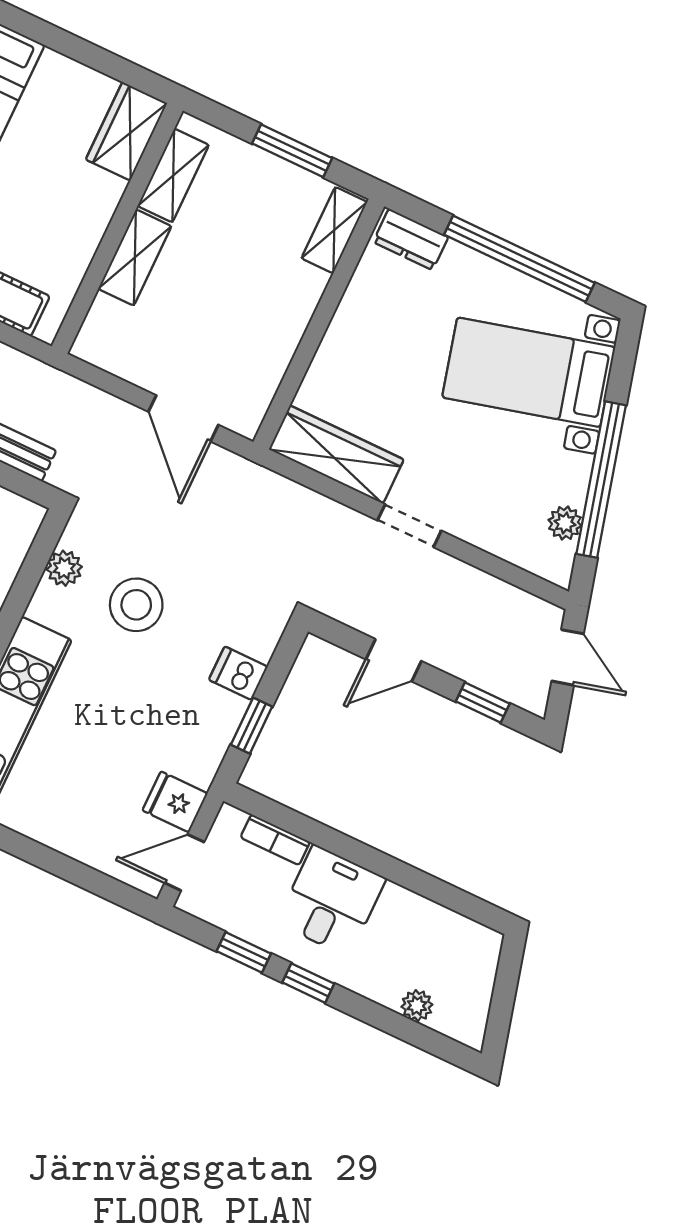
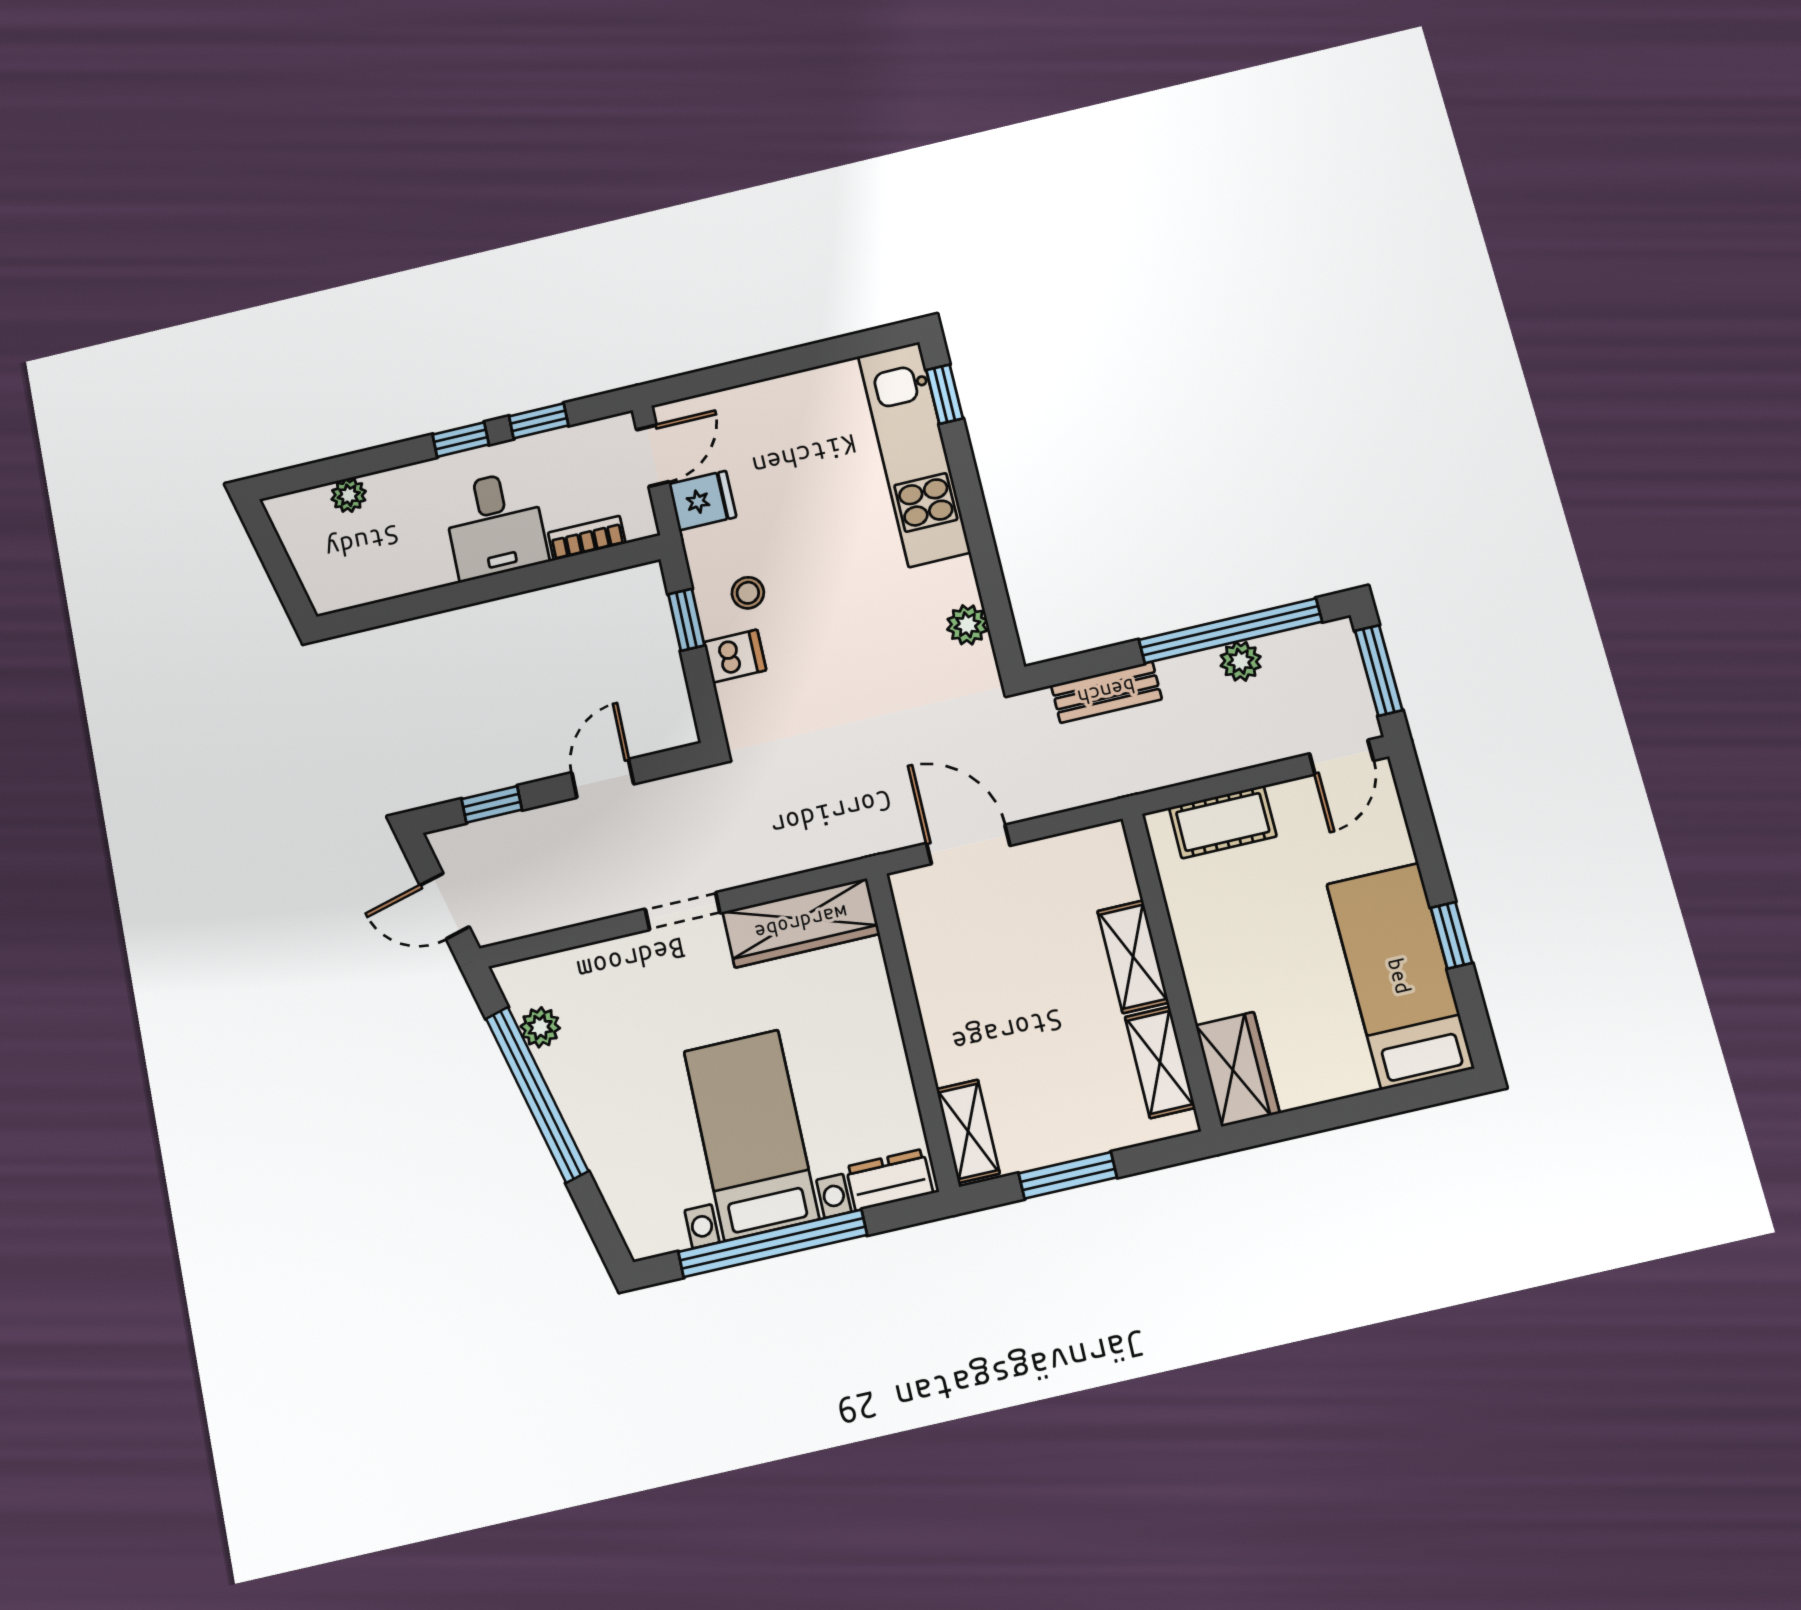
bed with nightstands: (529, 372) -> (751, 1135), moved, turned -75
stool: (136, 605) -> (748, 593), moved, width x0.53, depth x0.53

